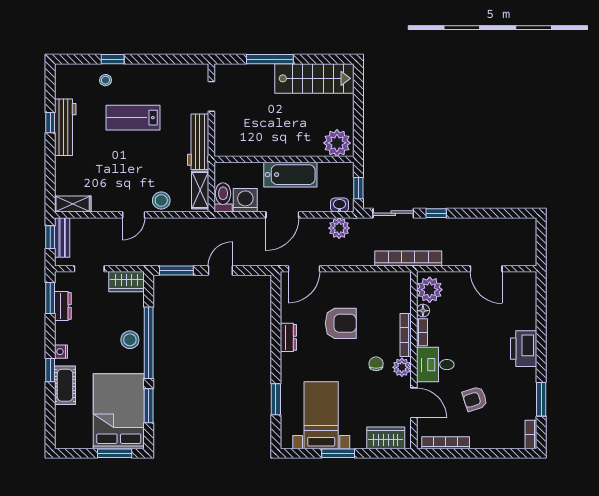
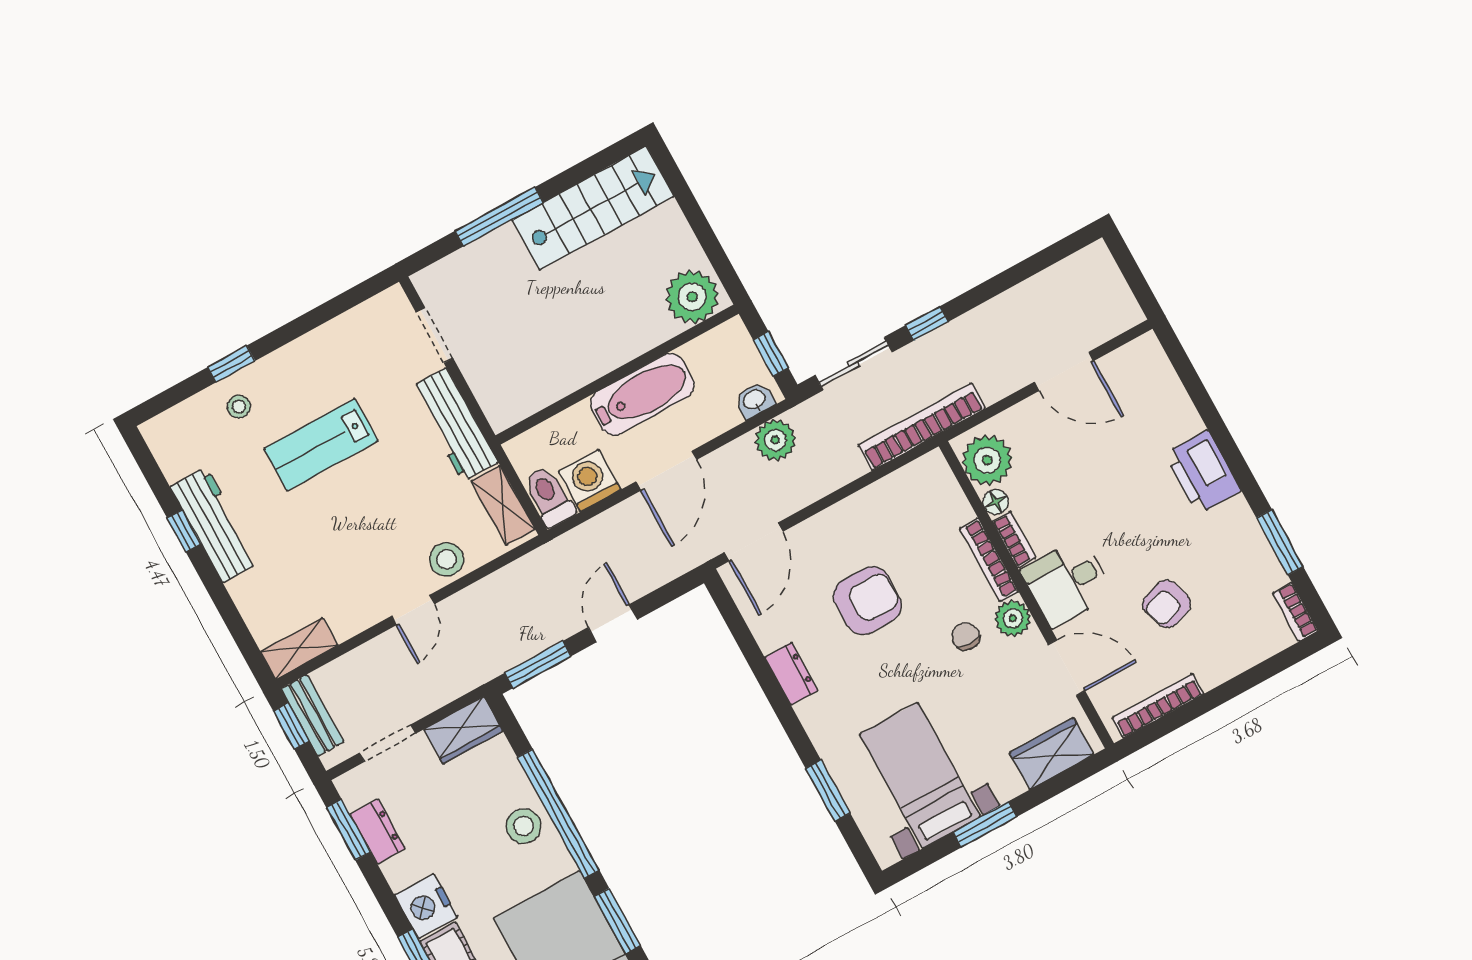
nightstand: (61, 352) -> (426, 906), width x1.89, depth x1.79

